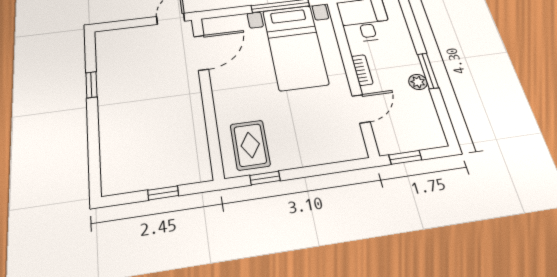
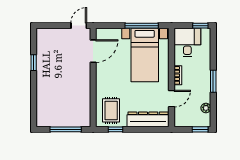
plant: (418, 82) -> (206, 108), moved
dresser: (326, 150) -> (148, 119), added
window: (405, 157) -> (200, 129), moved
window: (163, 193) -> (66, 129), width x2.17

